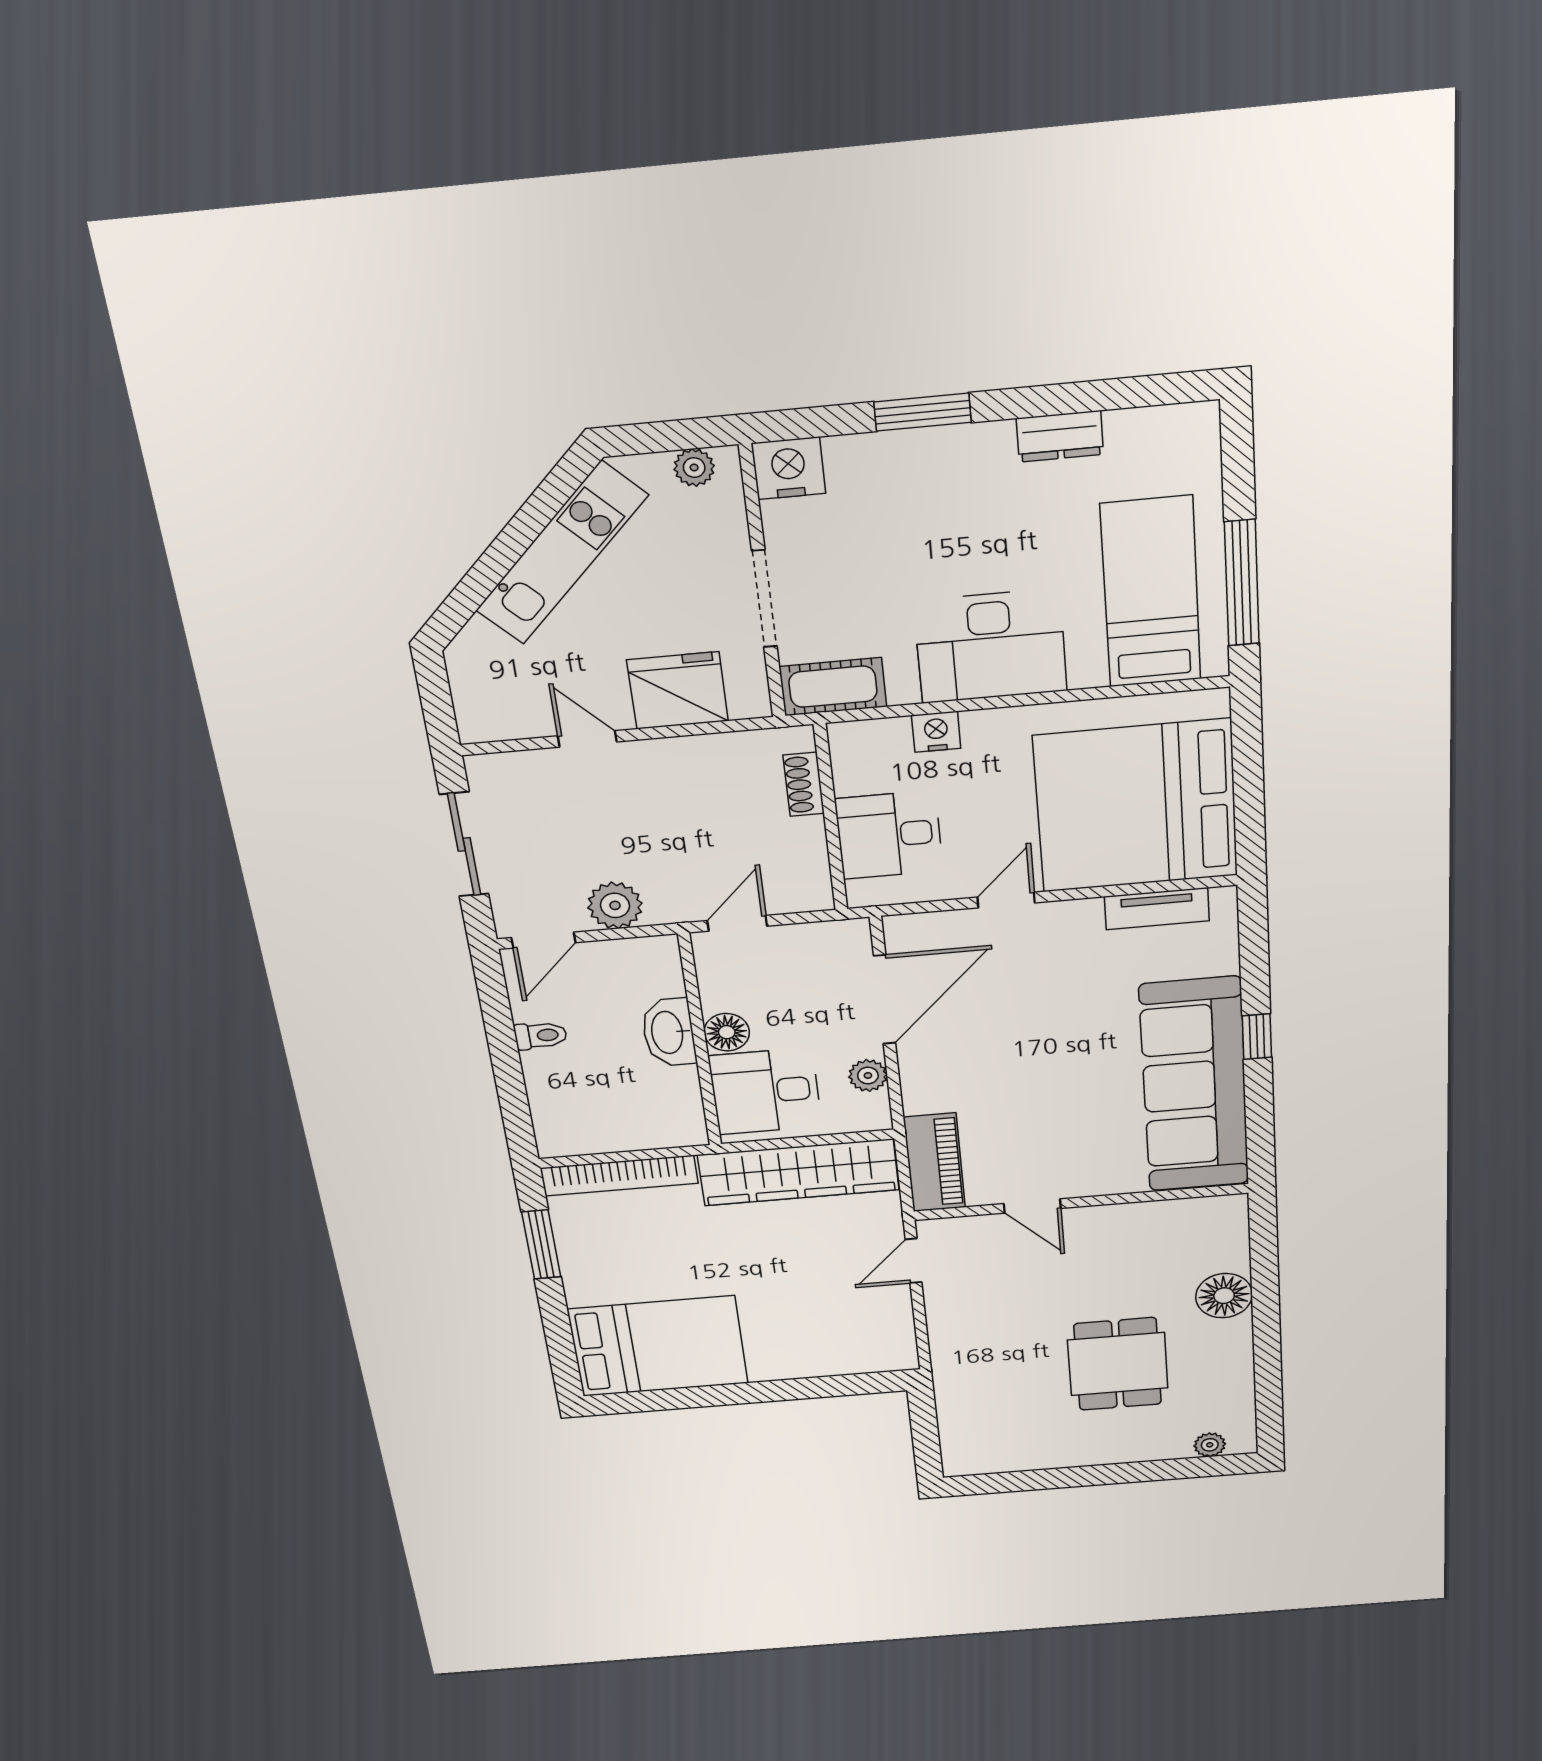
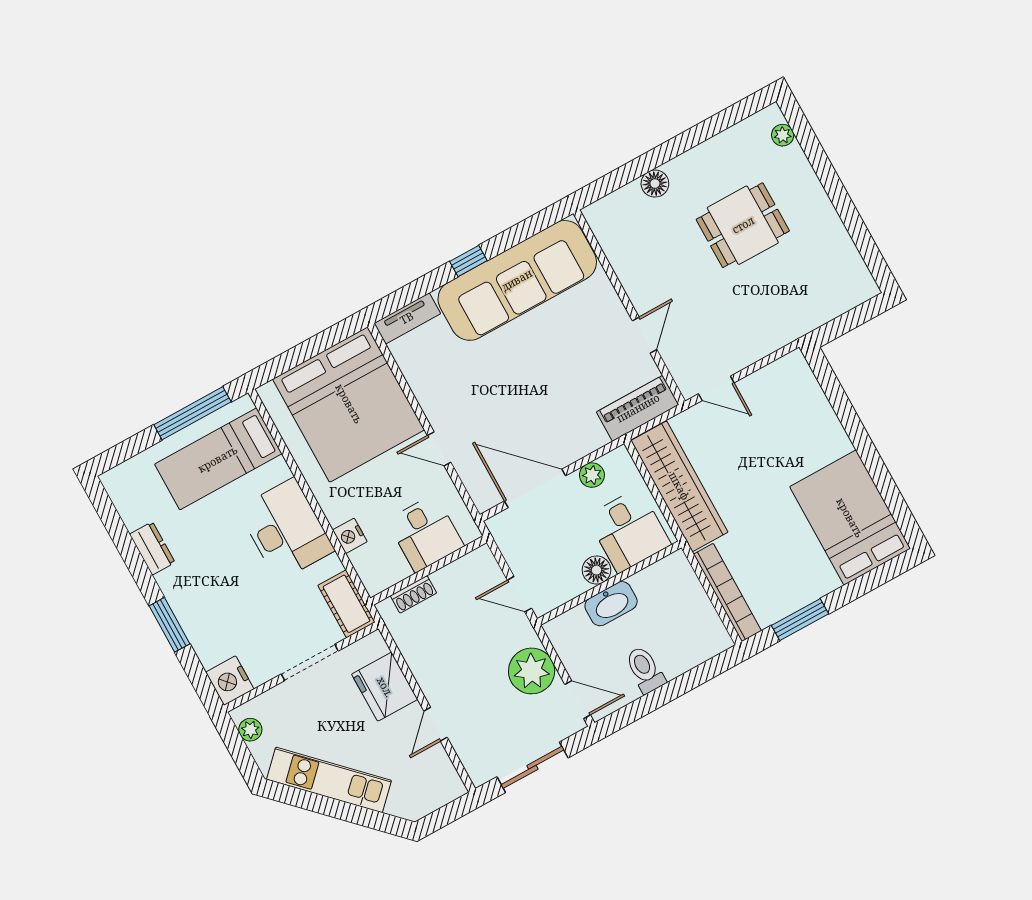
plant: (615, 905) -> (532, 671), width x1.36, depth x1.36
tv unit: (1157, 909) -> (407, 318), moved, turned 90
toilet: (541, 1036) -> (645, 670), width x1.37, depth x1.39
floor lamp: (1224, 1296) -> (655, 184), width x0.73, depth x0.73

